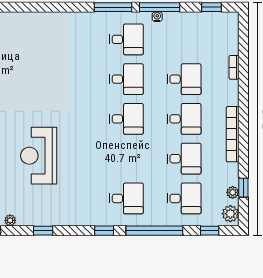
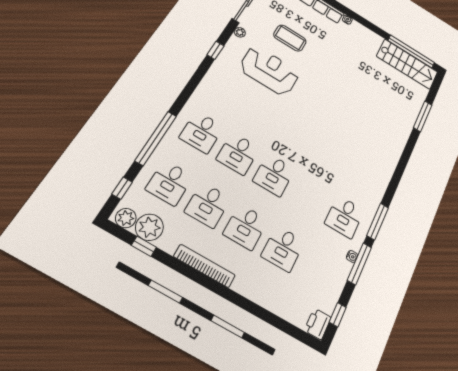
printer: (227, 21) -> (318, 324), added
bookcase: (234, 67) -> (270, 305), removed
desk: (126, 79) -> (238, 154), moved
reception desk: (39, 156) -> (269, 71), moved
plant: (233, 192) -> (149, 227), width x1.87, depth x1.87
window: (104, 231) -> (184, 96), removed

